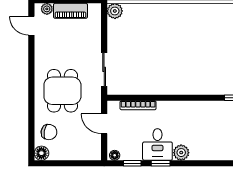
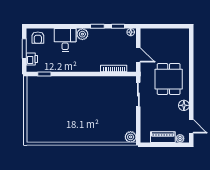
chair: (49, 132) -> (178, 49), removed
desk: (157, 144) -> (65, 40), moved
floor lamp: (41, 153) -> (184, 105), moved

